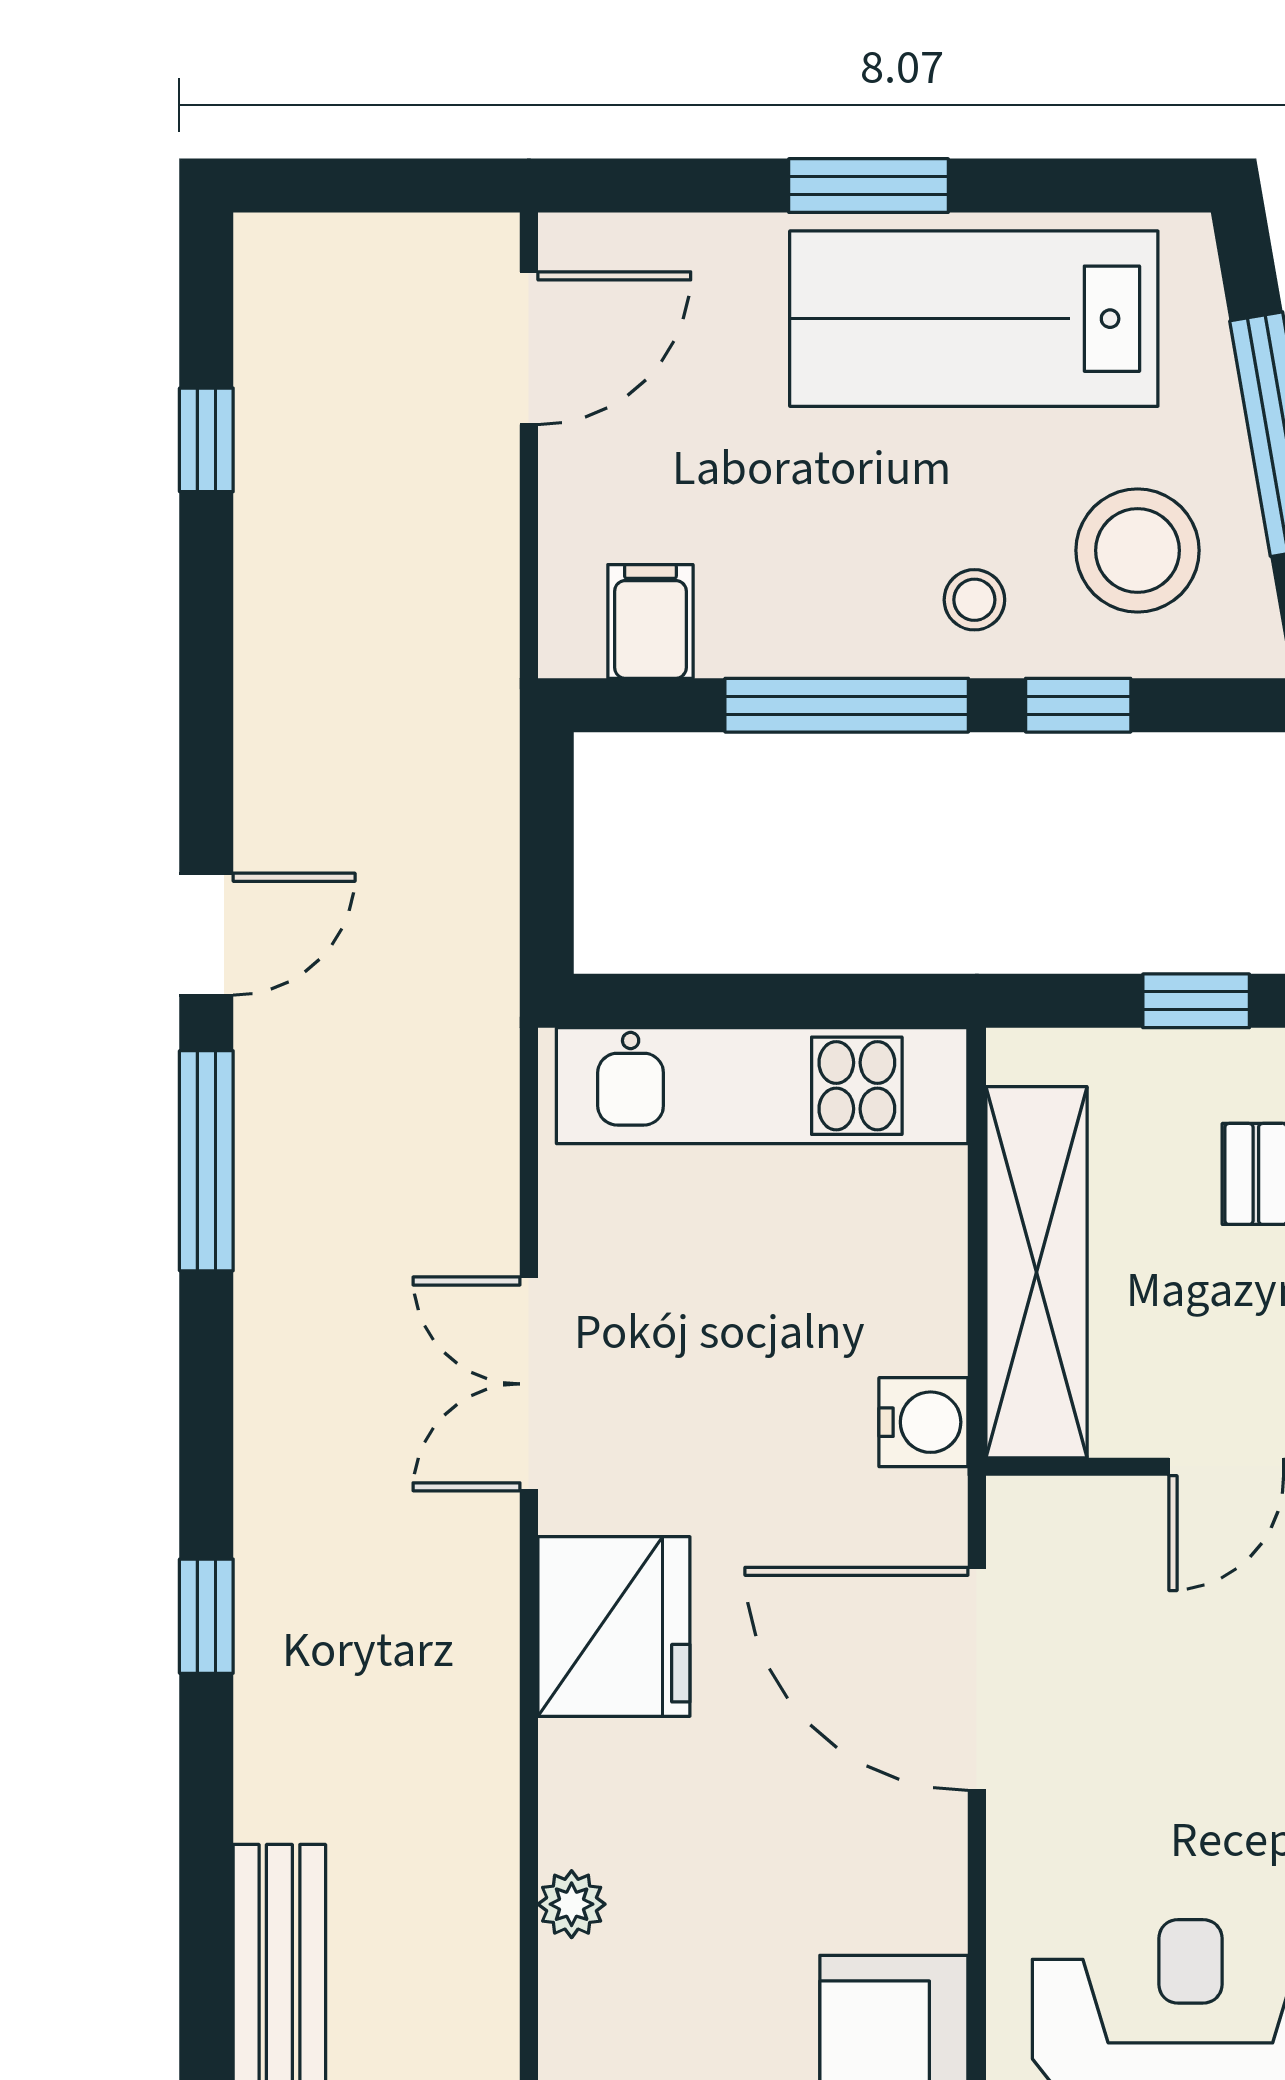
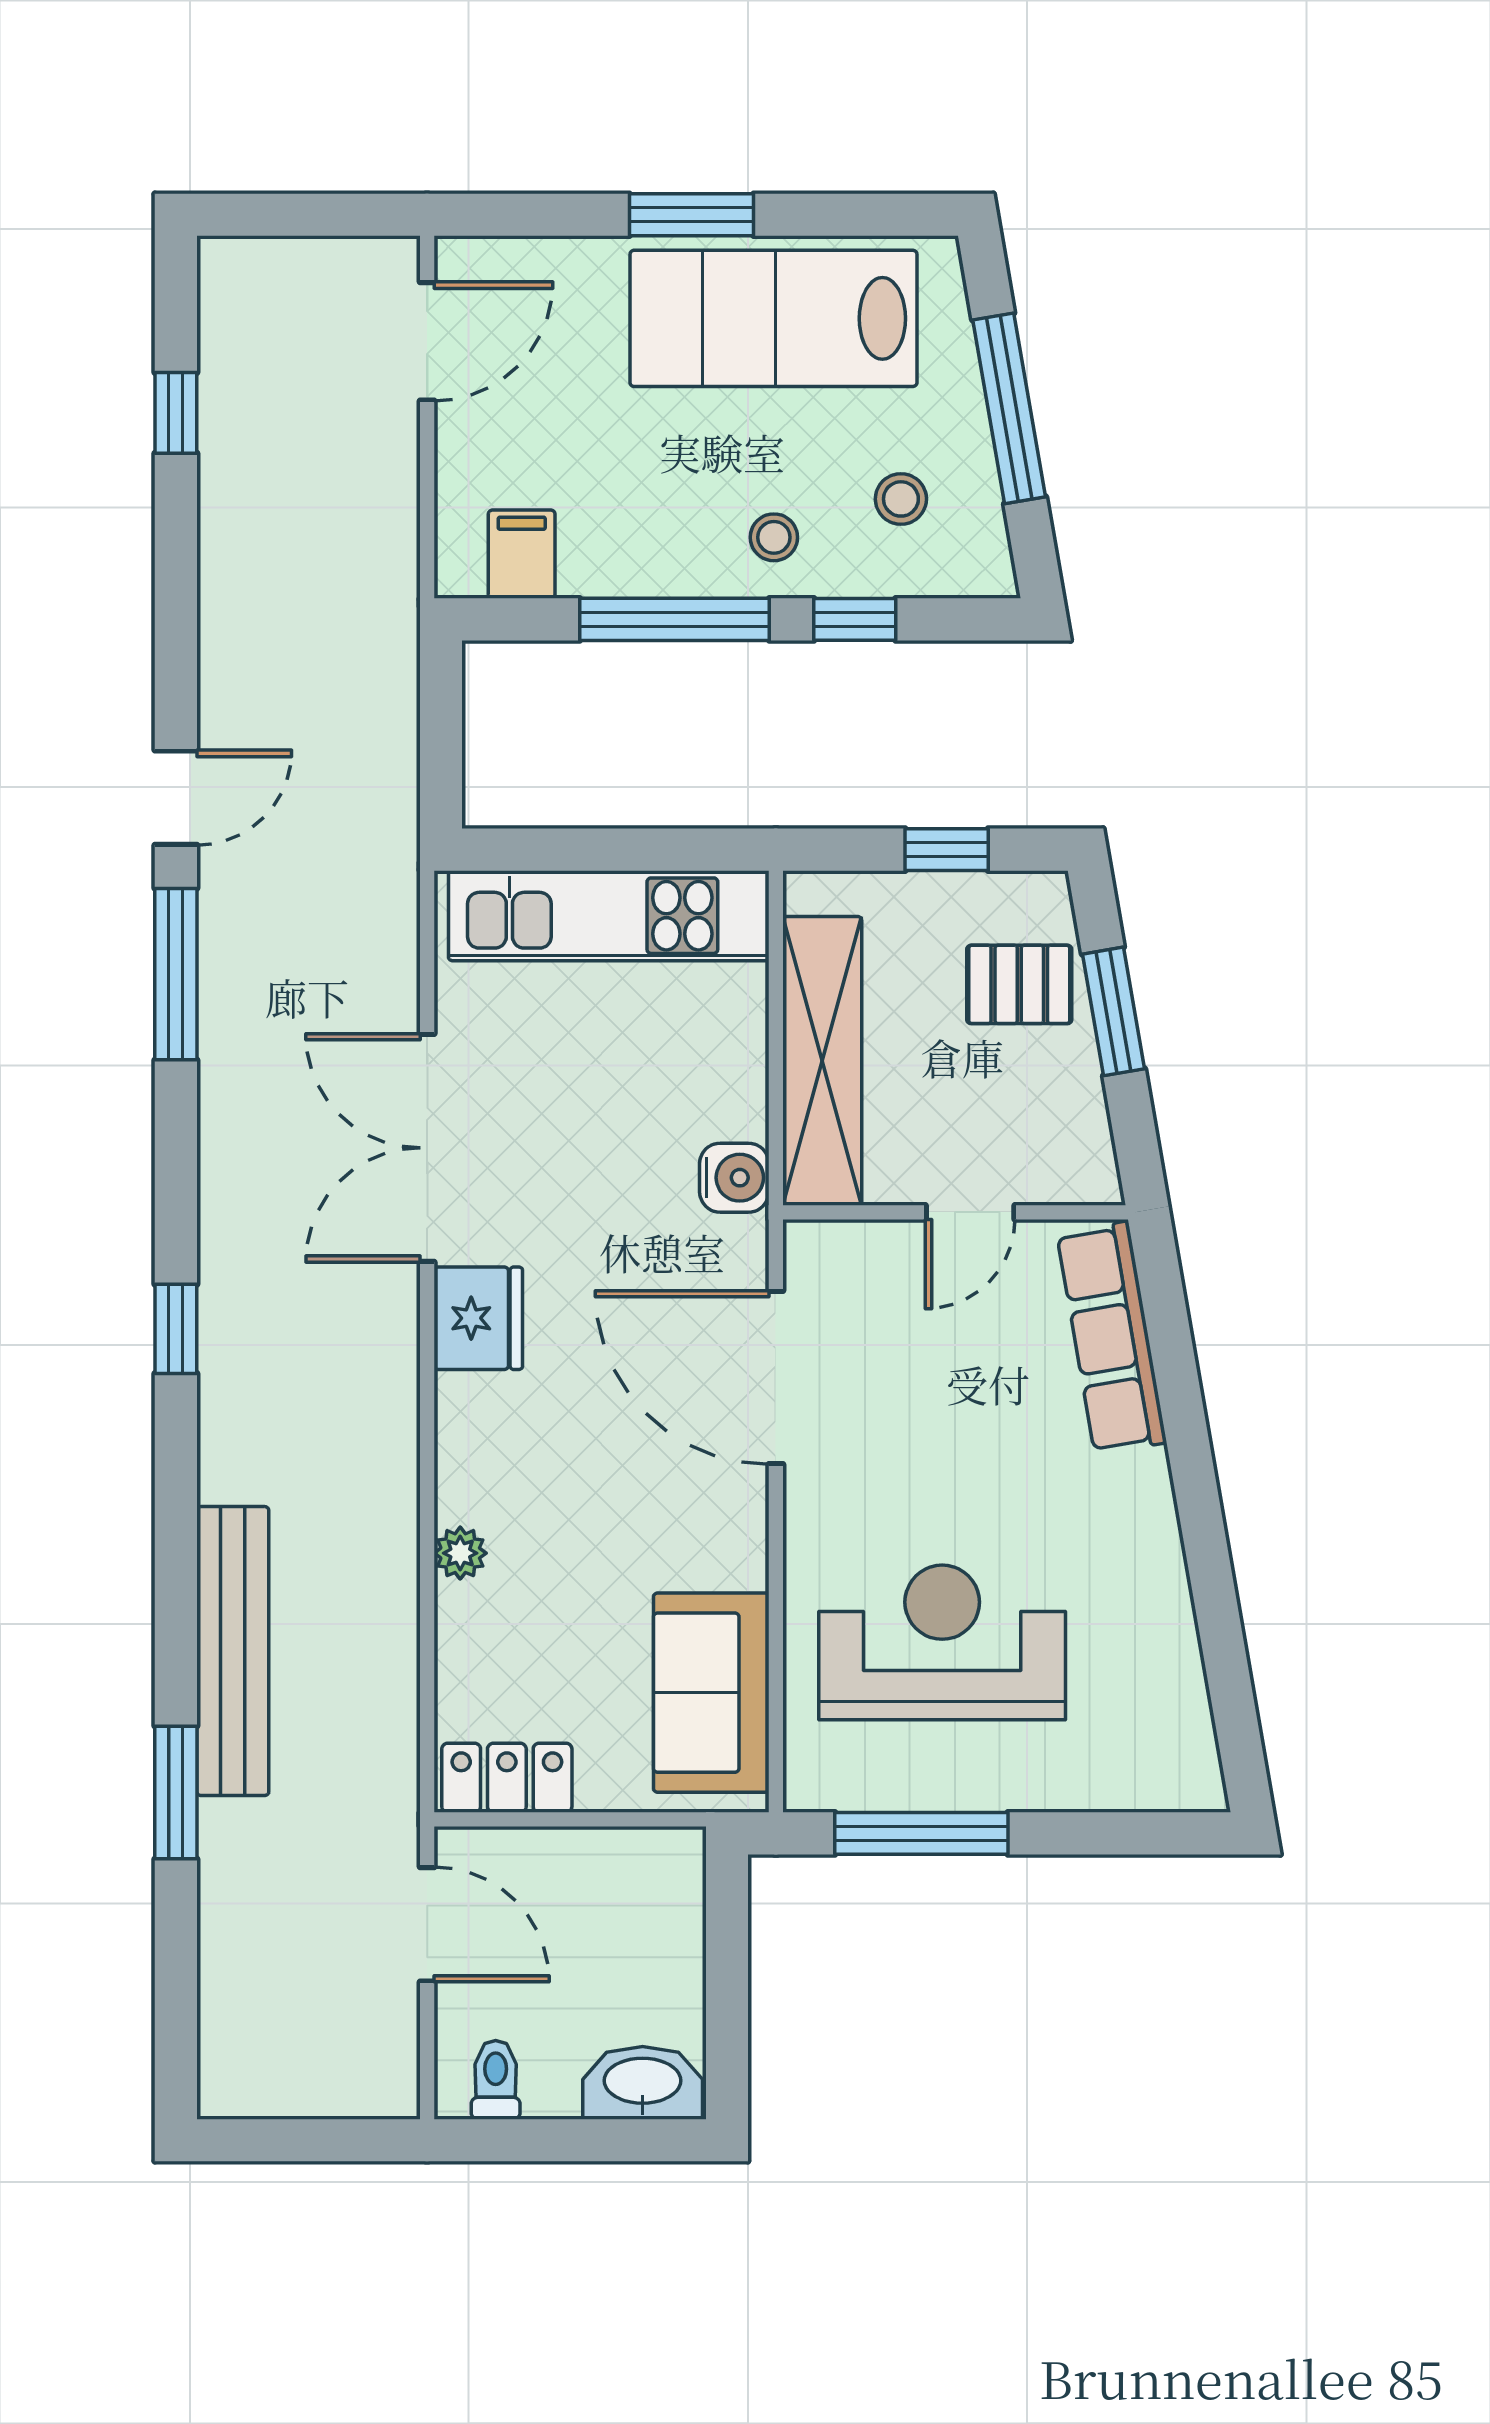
stool: (1138, 550) -> (901, 499), width x0.53, depth x0.53
double door: (529, 1384) -> (427, 1148), width x1.37
fridge: (614, 1626) -> (478, 1318), width x0.73, depth x0.75

